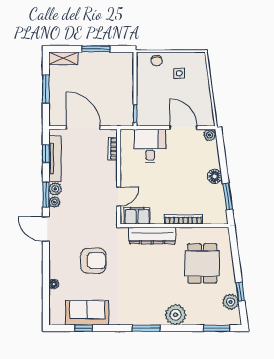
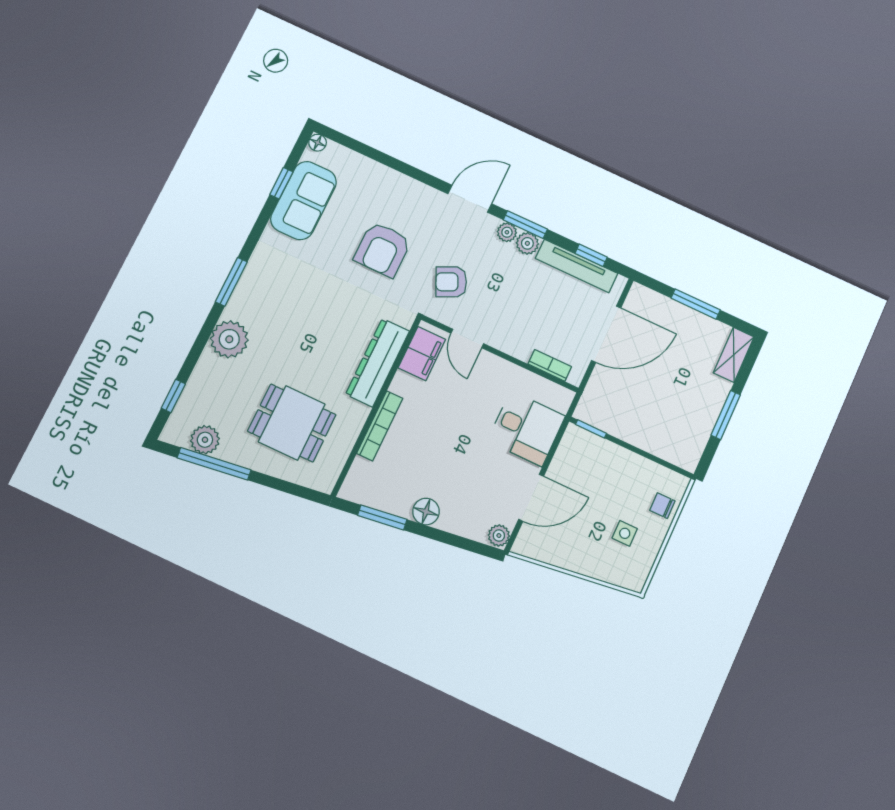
armchair: (94, 218) -> (451, 282), added
floor lamp: (54, 284) -> (318, 143), moved
window: (240, 292) -> (214, 464), width x2.17
window: (217, 328) -> (173, 396), width x0.67

